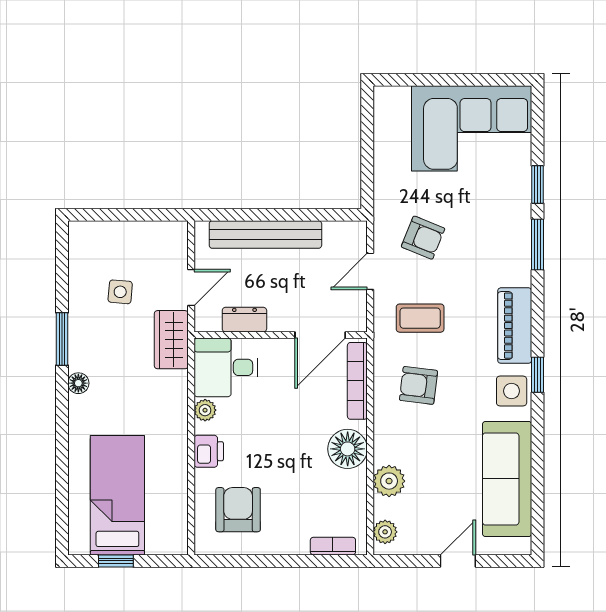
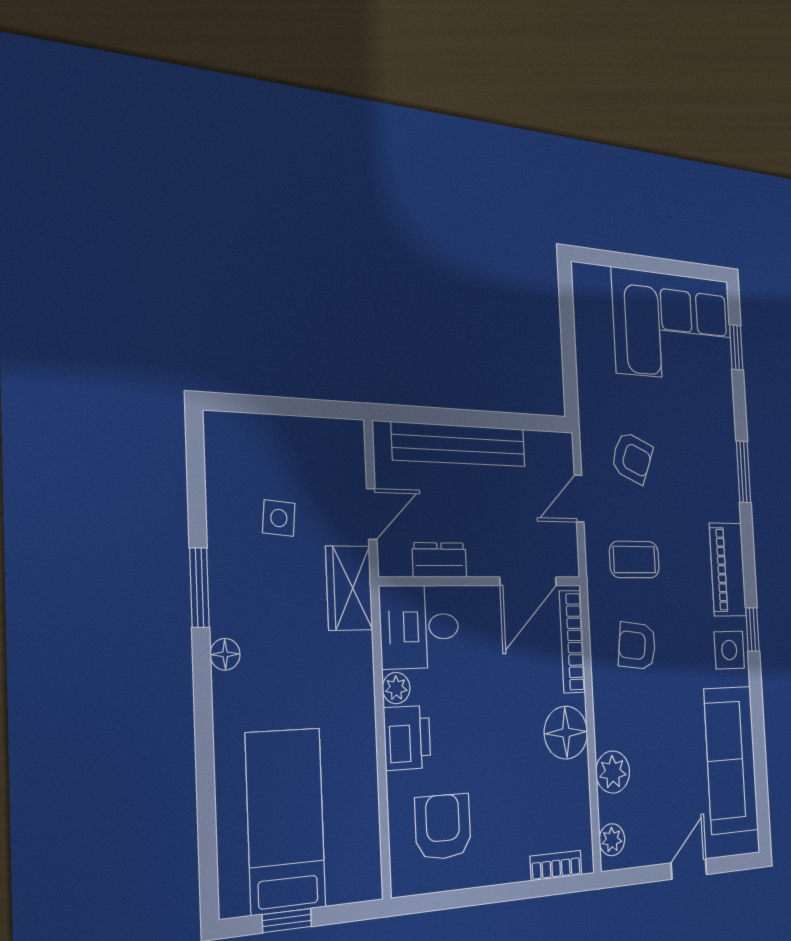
window: (537, 184) -> (736, 347), moved
printer: (209, 451) -> (407, 738), width x1.36, depth x1.24

